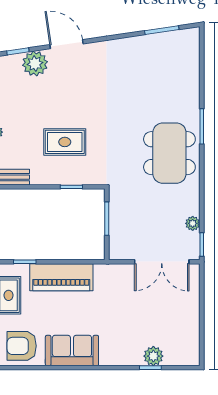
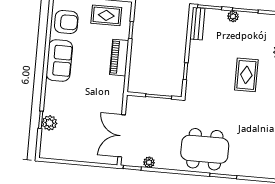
rug: (65, 142) -> (246, 75), moved
piano: (61, 277) -> (119, 58), width x0.73, depth x0.75
armchair: (22, 346) -> (66, 22), turned 90

